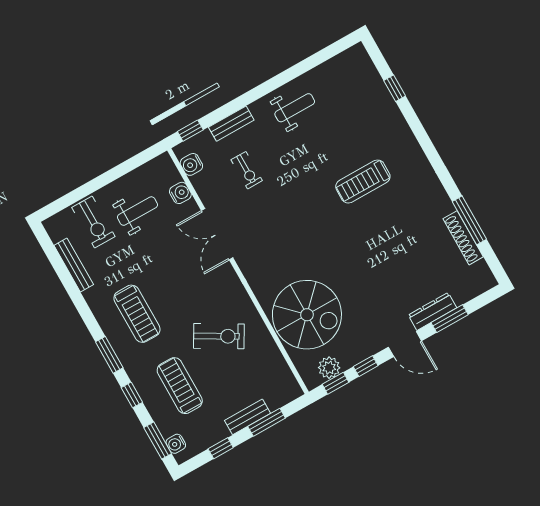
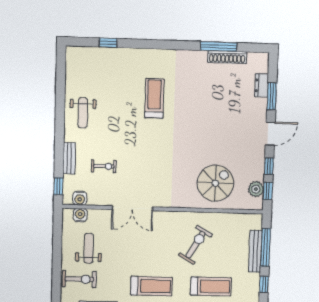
weight bench: (295, 108) -> (83, 113), turned 180
treadmill: (363, 182) -> (154, 98), turned 180
water cooler: (180, 193) -> (80, 215), moved
dresser: (433, 311) -> (262, 86), moved, width x0.70
spiral stairs: (307, 315) -> (215, 183), width x0.73, depth x0.73
treadmill: (180, 386) -> (211, 286), turned 180
bench: (248, 417) -> (255, 251), width x1.36
window: (267, 422) -> (265, 247), width x1.44

